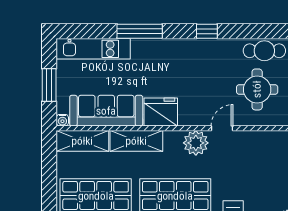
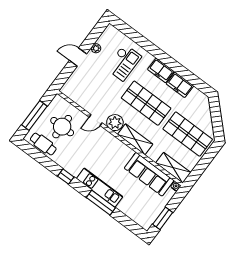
kitchen unit: (93, 49) -> (100, 188), moved
window: (49, 85) -> (163, 218), moved
fridge: (161, 112) -> (121, 152), removed
shelving: (136, 141) -> (135, 139), moved

